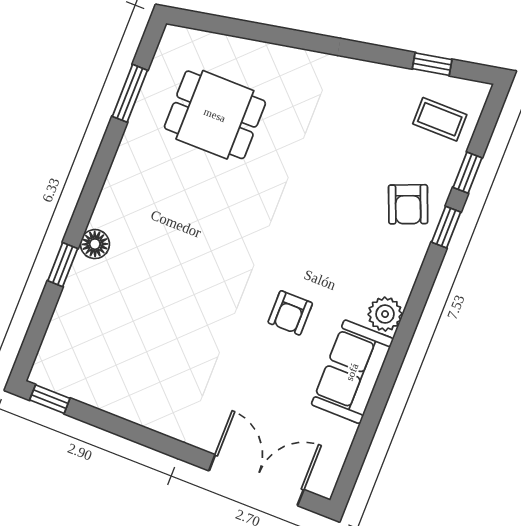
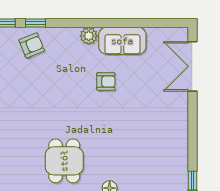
dining table: (215, 115) -> (64, 161), moved

